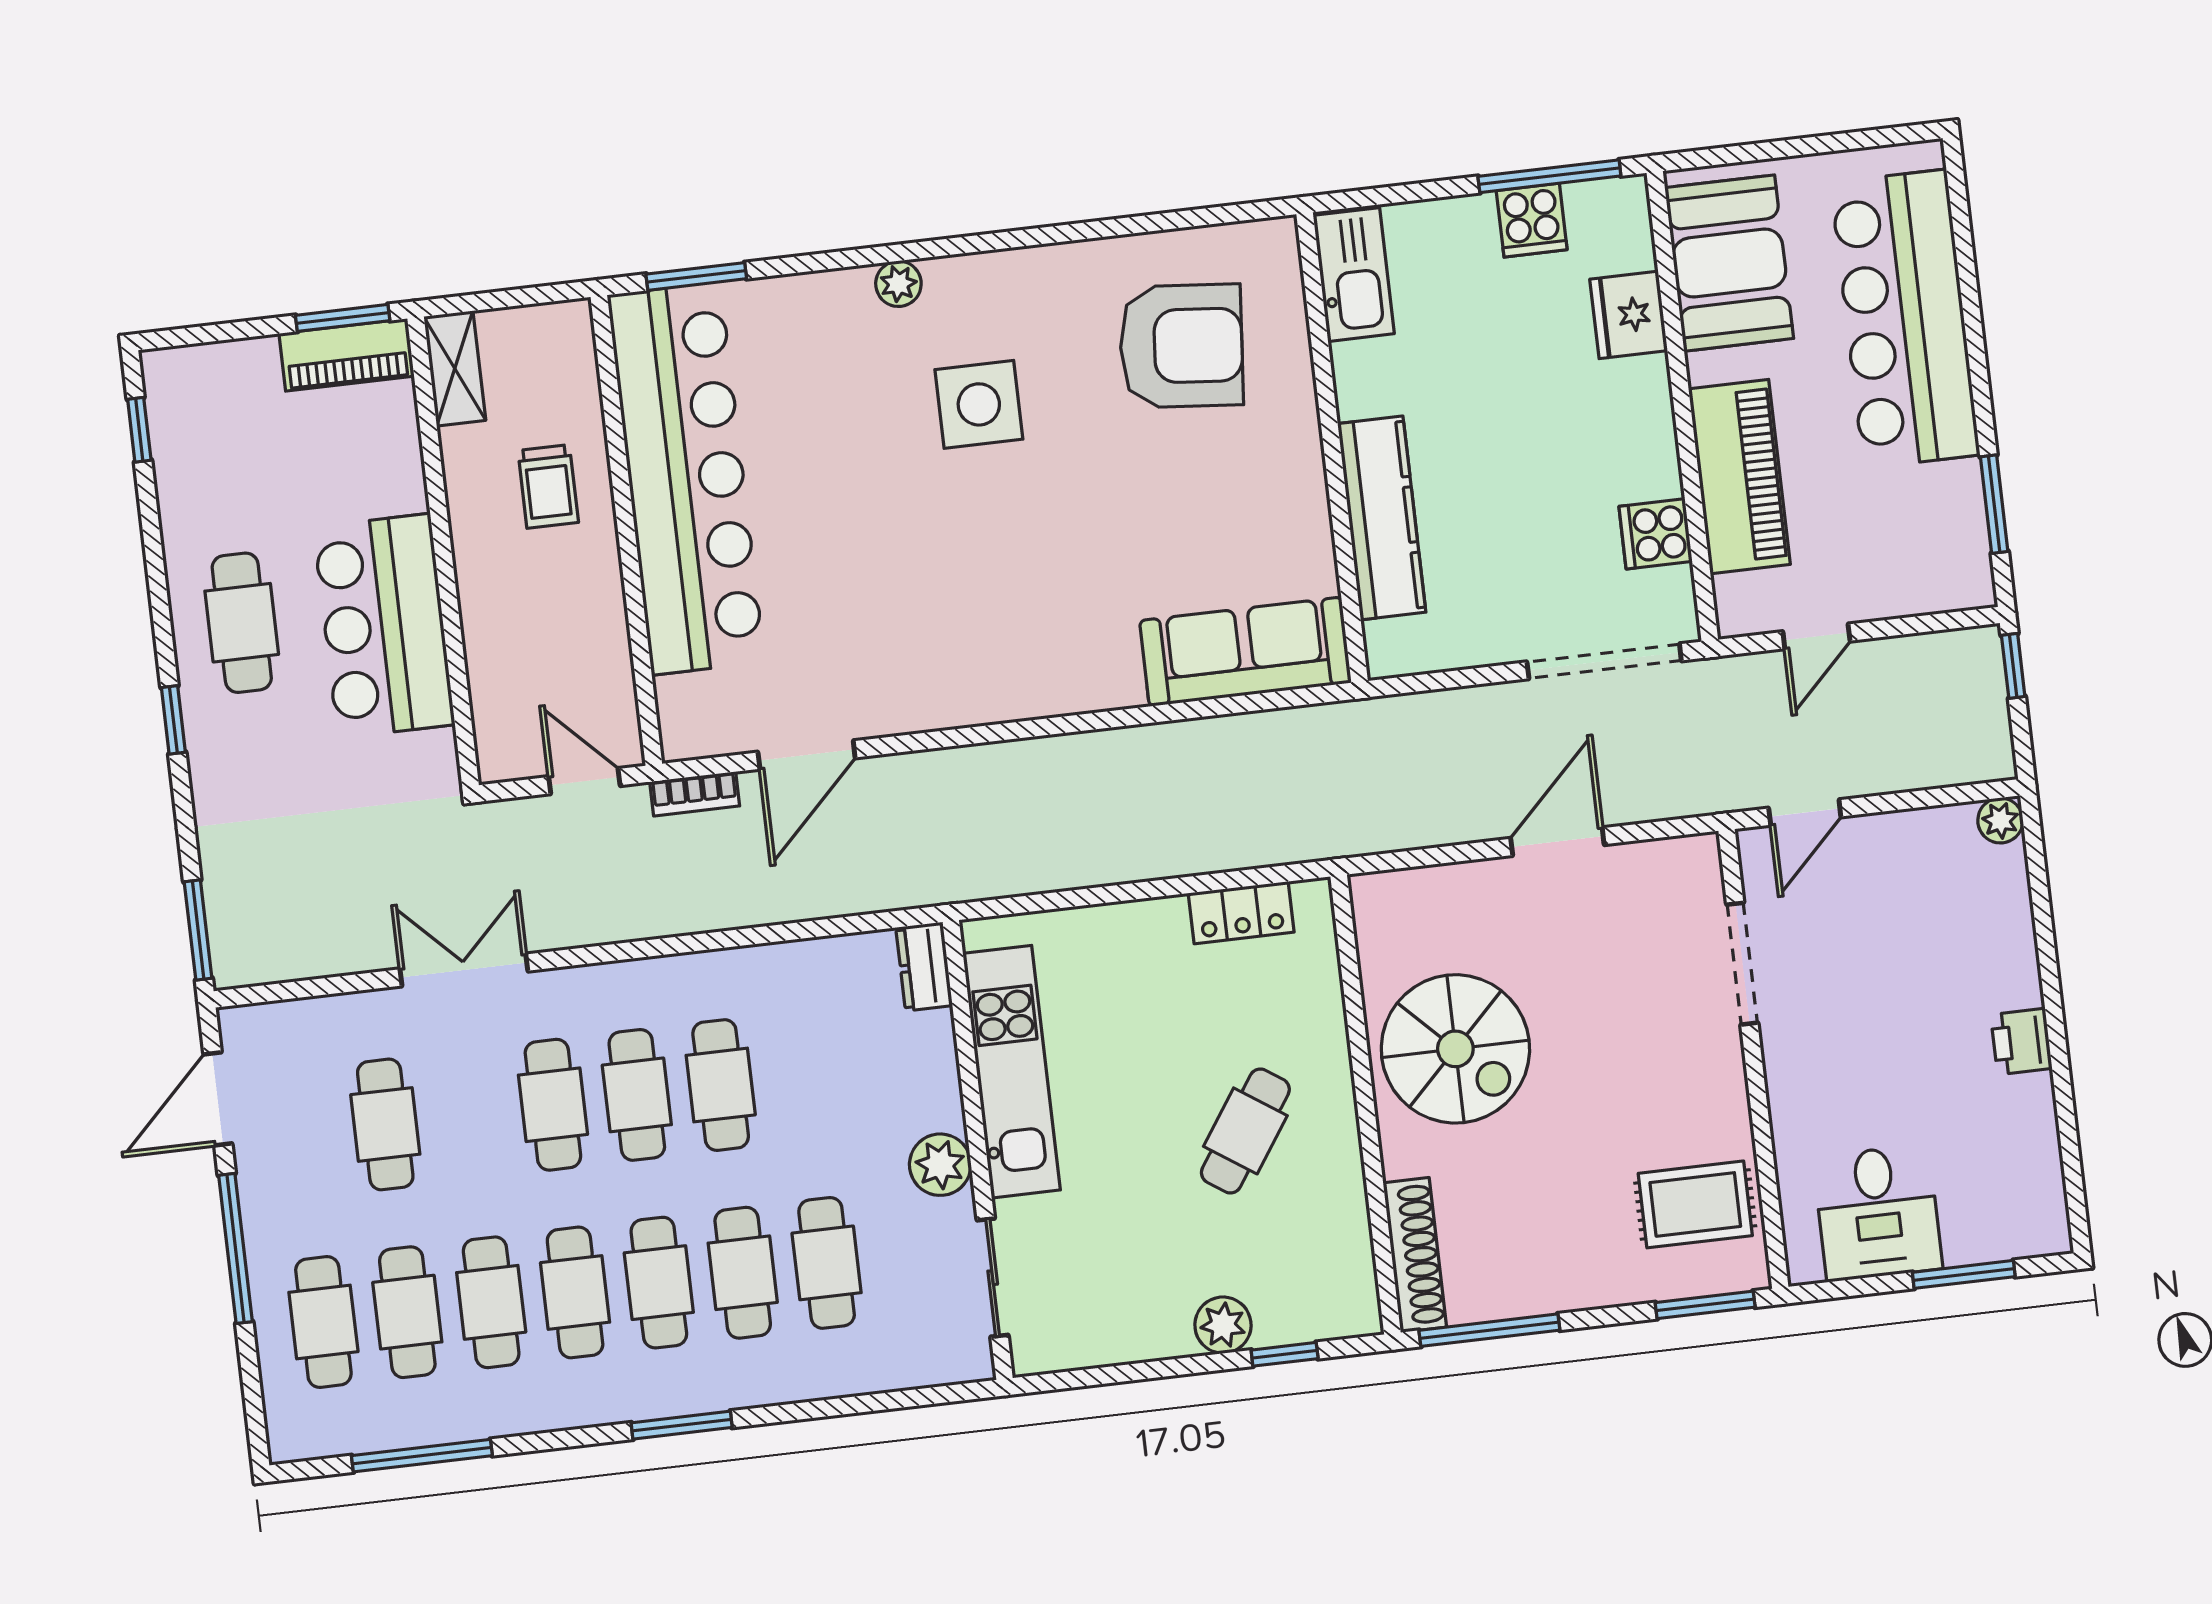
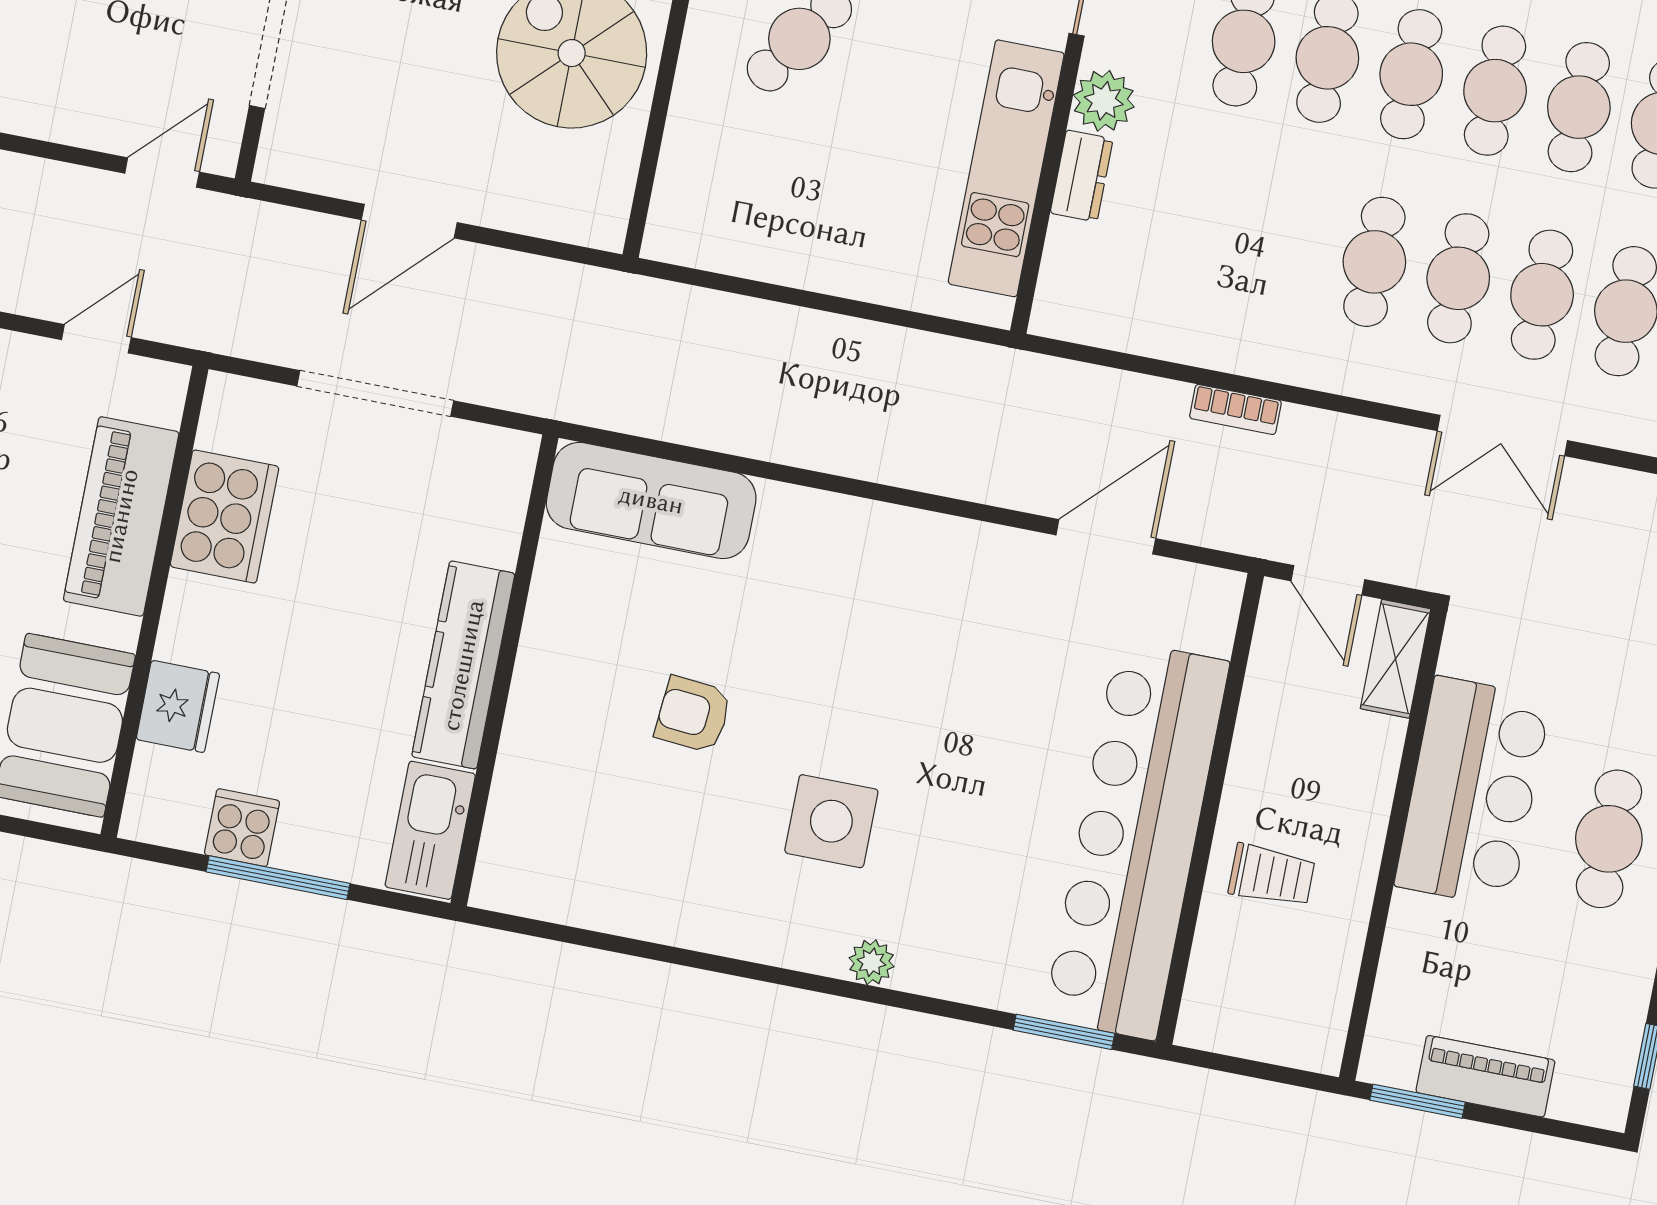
window: (1549, 176) -> (278, 878), moved
armchair: (1181, 346) -> (693, 714), moved, width x0.53, depth x0.53
piano: (347, 355) -> (1485, 1076), moved
shelving: (455, 368) -> (1396, 659), moved
trolley: (548, 486) -> (1272, 875), turned 90
kitchen counter: (1382, 518) -> (463, 665), moved
cooker: (1656, 534) -> (225, 516), width x1.87, depth x1.31
doorway: (1604, 661) -> (375, 393), moved
bookcase: (695, 794) -> (1235, 409), moved, turned 180
locker: (1241, 913) -> (736, 251), removed
dresser: (924, 967) -> (1082, 176), moved
cafe table: (721, 1085) -> (1542, 295), moved

